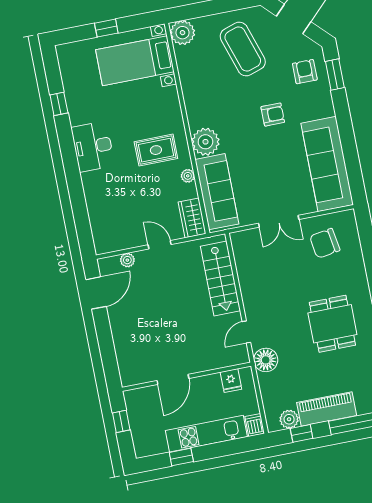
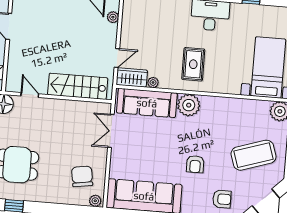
plant: (188, 176) -> (153, 82), moved
plant: (349, 220) -> (95, 201), added
double door: (279, 221) -> (111, 131), moved
door: (160, 245) -> (117, 58), moved

